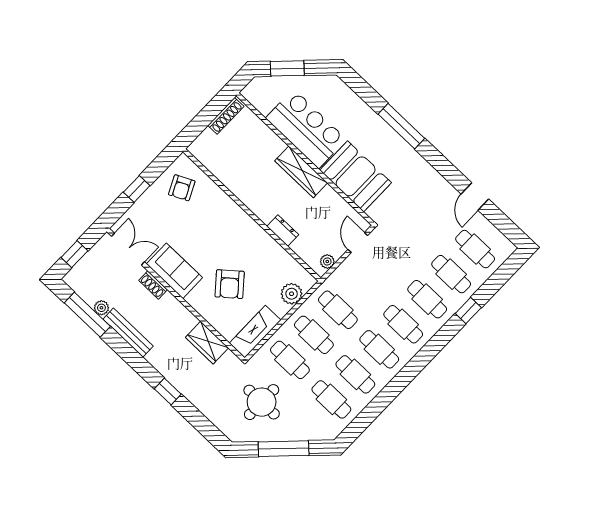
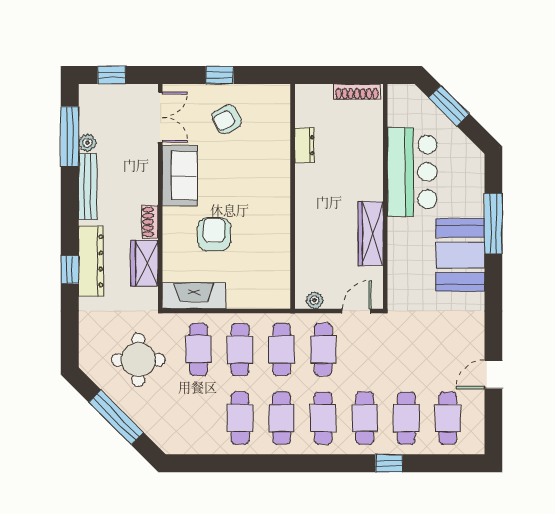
window: (401, 126) -> (493, 224), moved
wardrobe: (301, 172) -> (371, 234), moved
booth: (356, 176) -> (460, 255), moved
armchair: (182, 188) -> (227, 119), moved
dresser: (283, 230) -> (305, 145), moved
armchair: (230, 284) -> (214, 234), turned 130
shoe rack: (153, 285) -> (150, 222), moved
plant: (292, 294) -> (257, 296), removed
dresser: (175, 374) -> (91, 261), added
cafe table: (331, 399) -> (323, 349), moved

